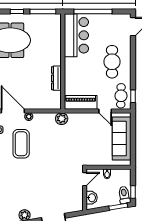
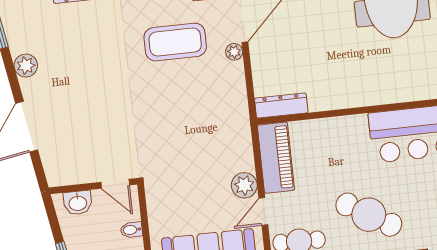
cafe table: (112, 62) -> (369, 215), turned 31
dresser: (56, 78) -> (281, 106), moved
plant: (62, 119) -> (244, 185), moved

